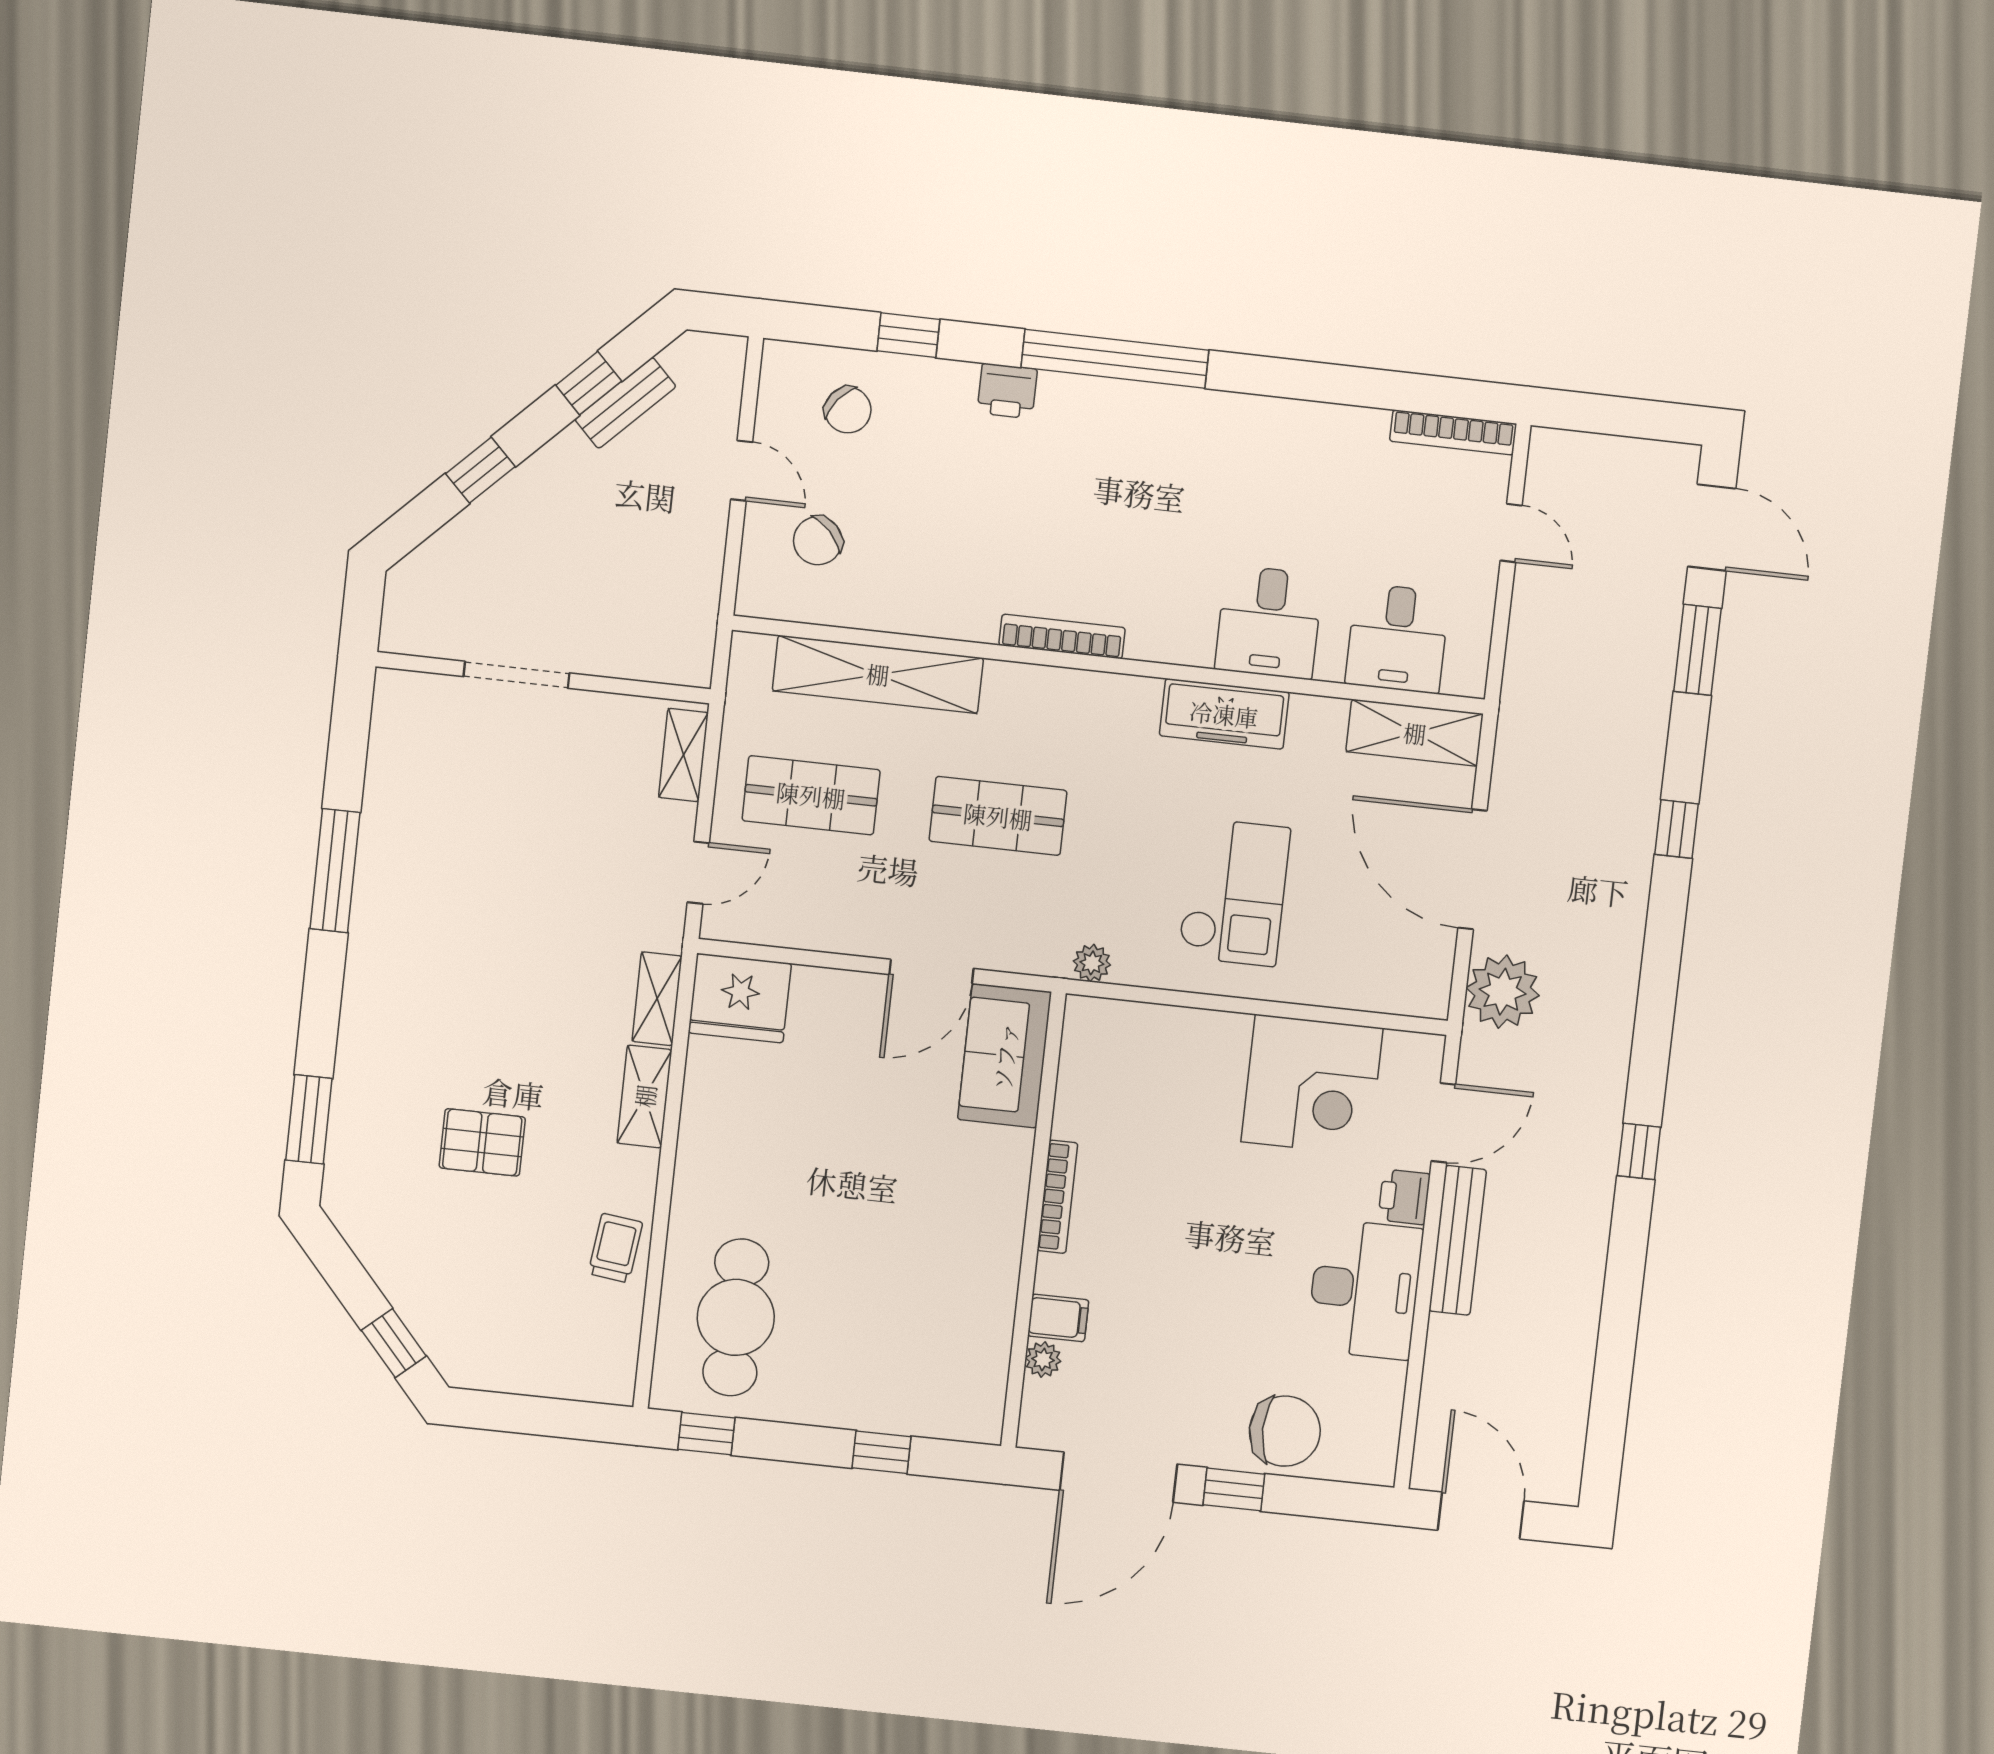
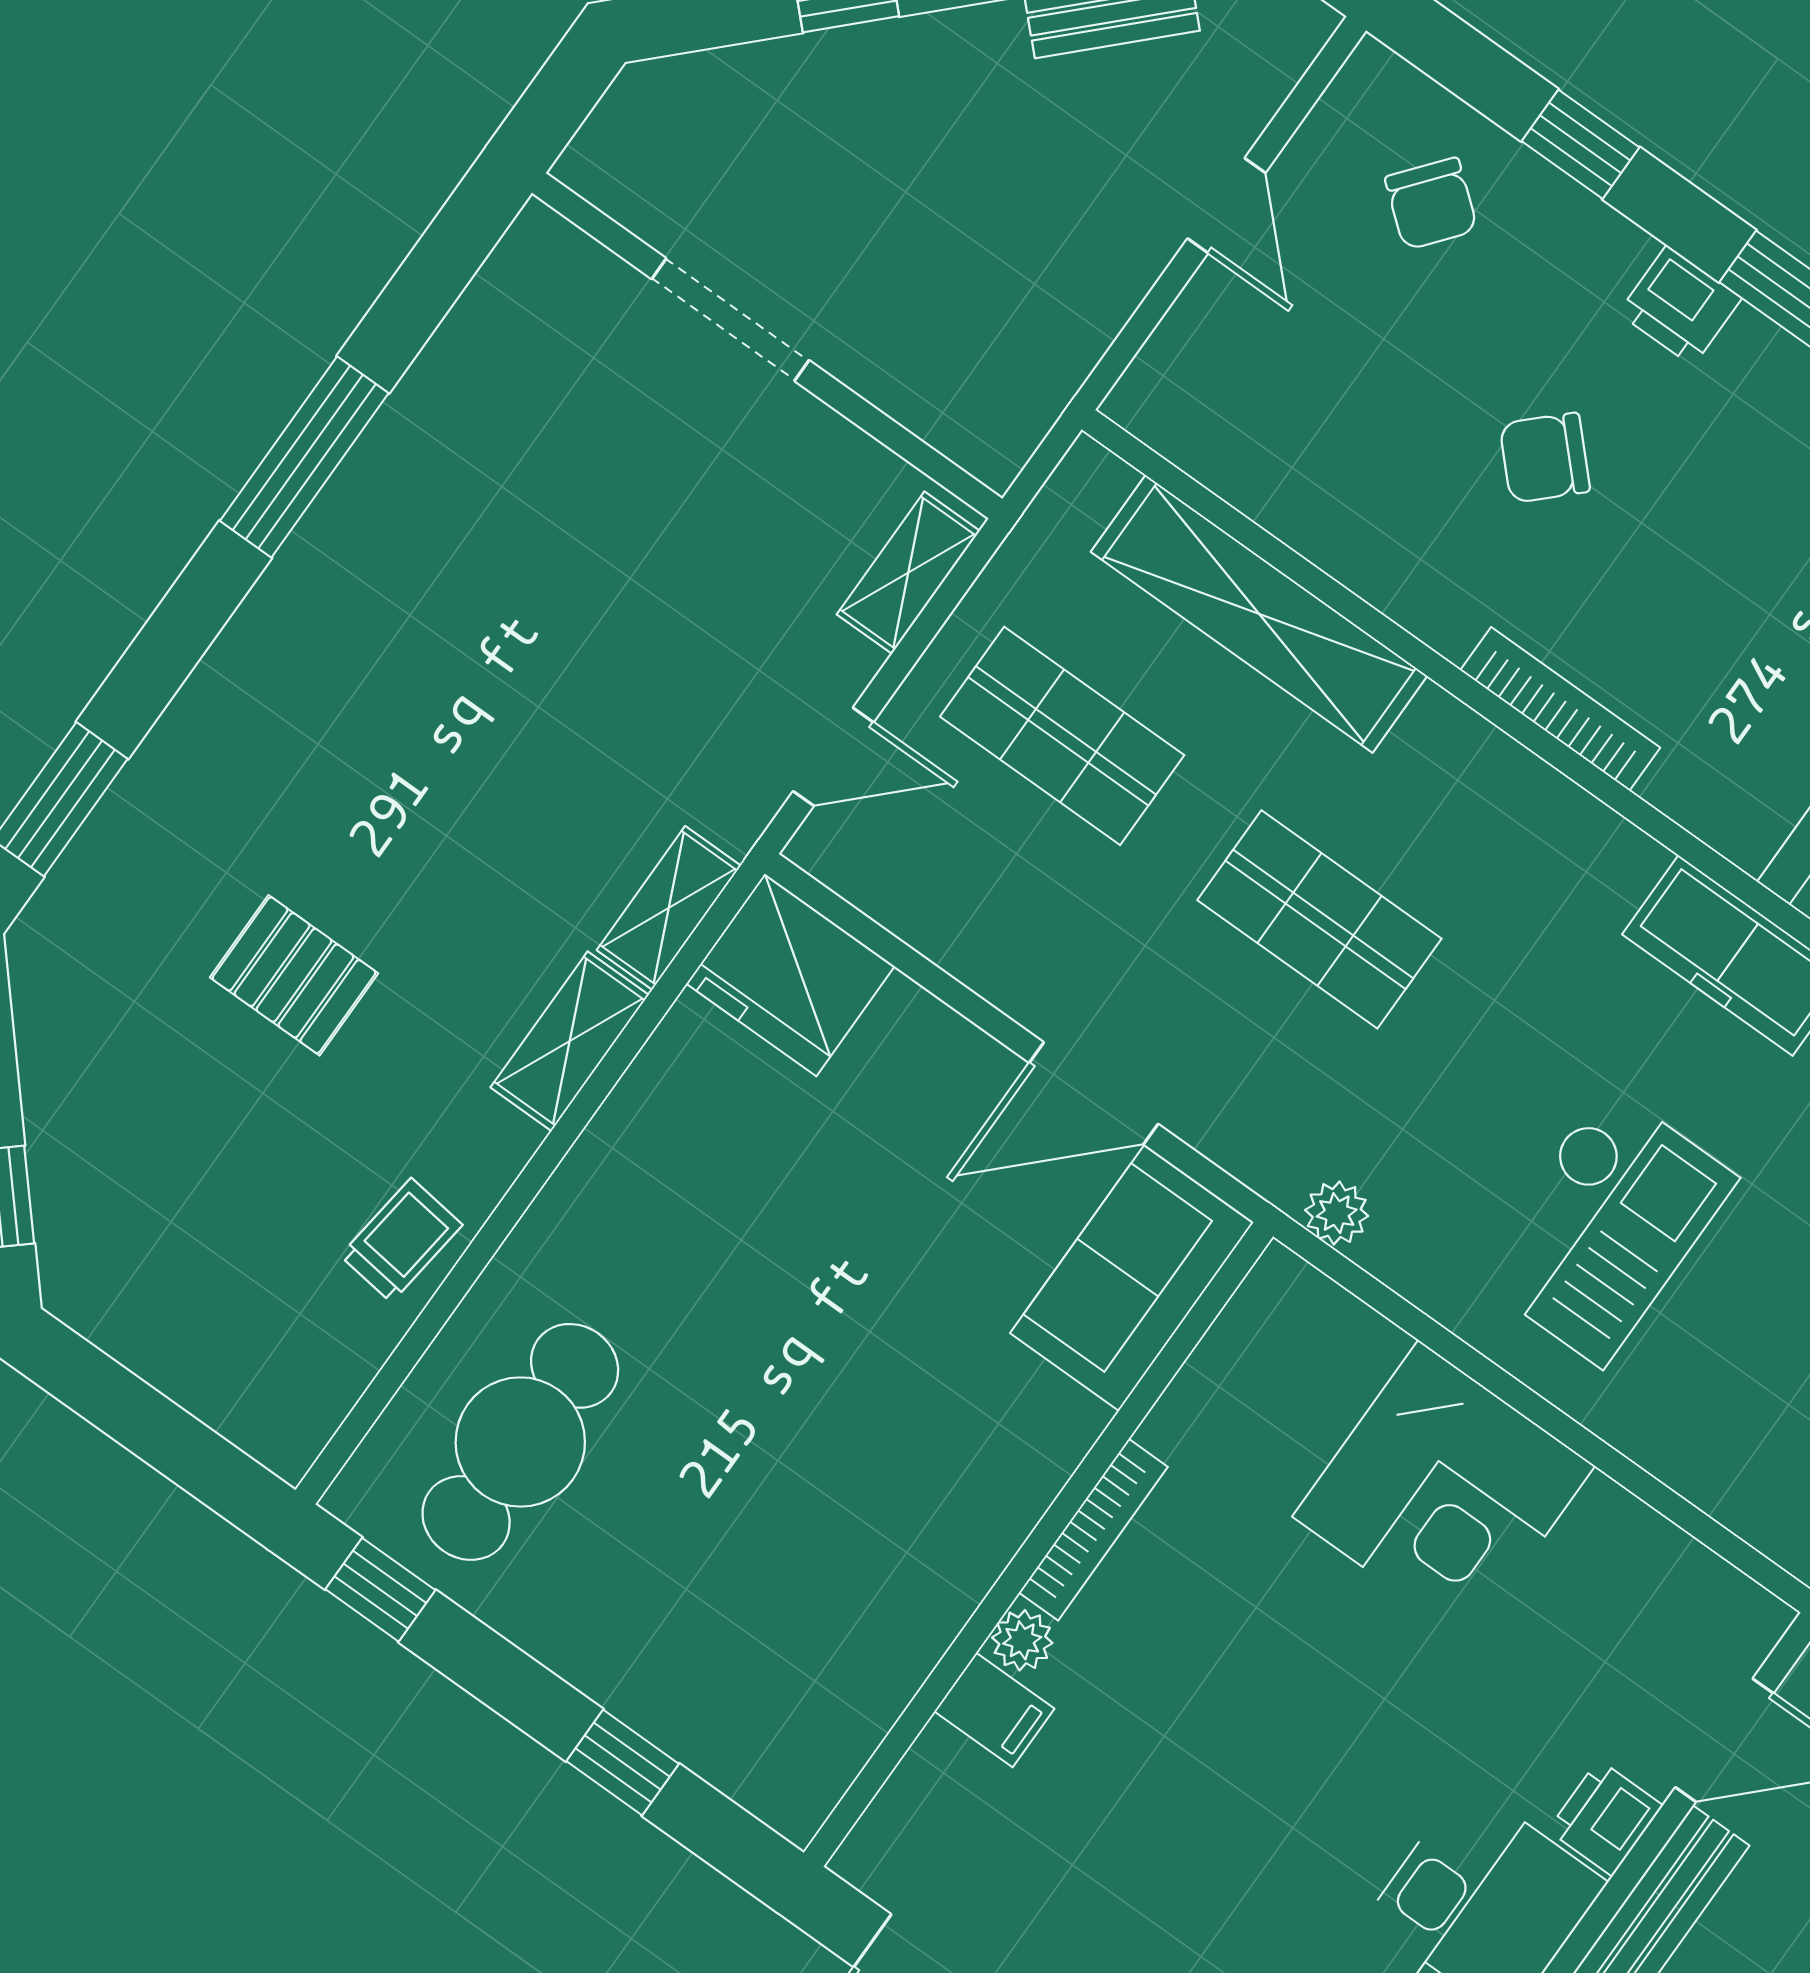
chair: (818, 541) -> (1545, 458), moved
corner desk: (1312, 1085) -> (1444, 1491), moved
plant: (1043, 1360) -> (1022, 1640), moved

